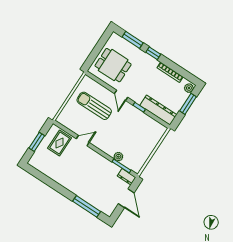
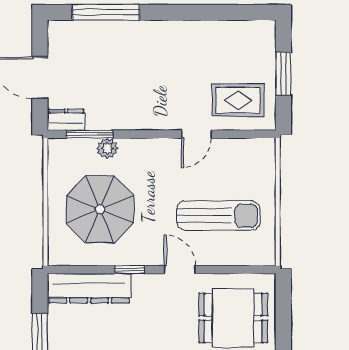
parasol: (136, 136) -> (100, 209), added
rug: (60, 143) -> (238, 100), turned 90

